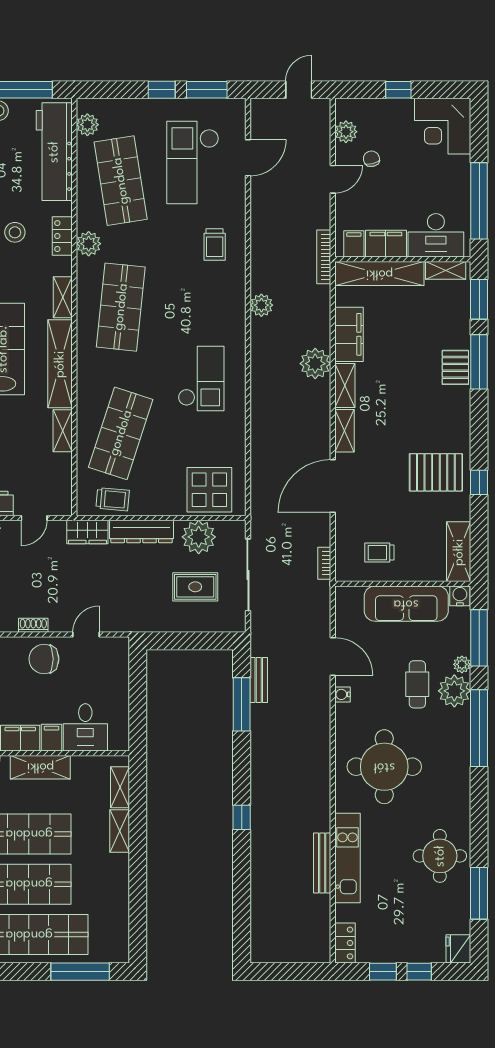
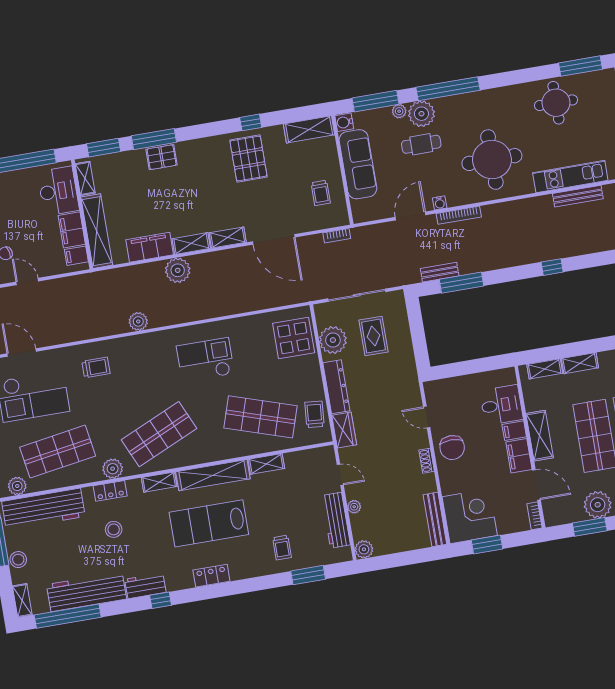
bookcase: (324, 257) -> (459, 215), moved
shop shelf: (121, 307) -> (159, 434), turned -30

